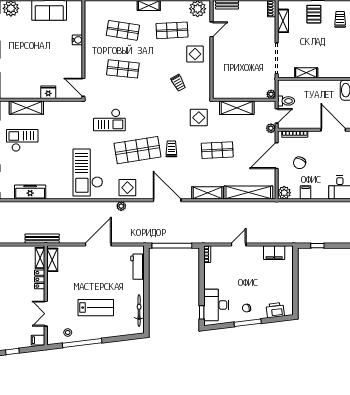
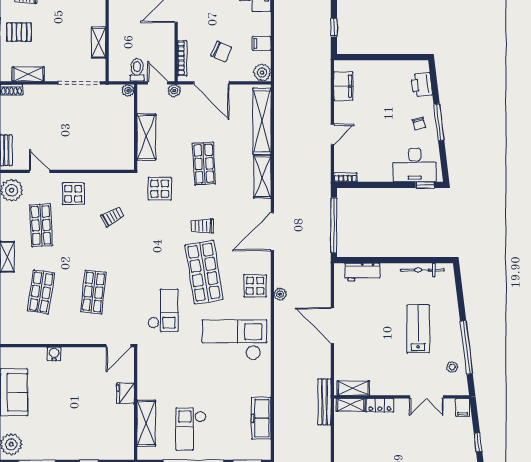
checkout: (88, 173) -> (235, 340), turned 180
door: (239, 245) -> (332, 134), swing flipped

